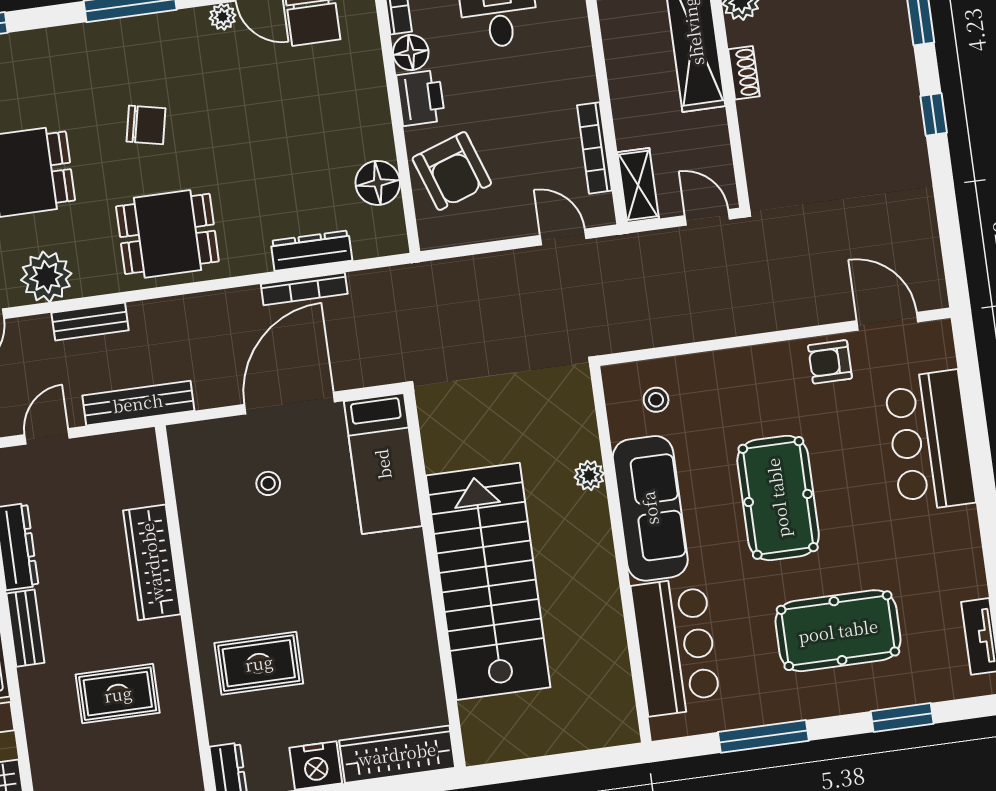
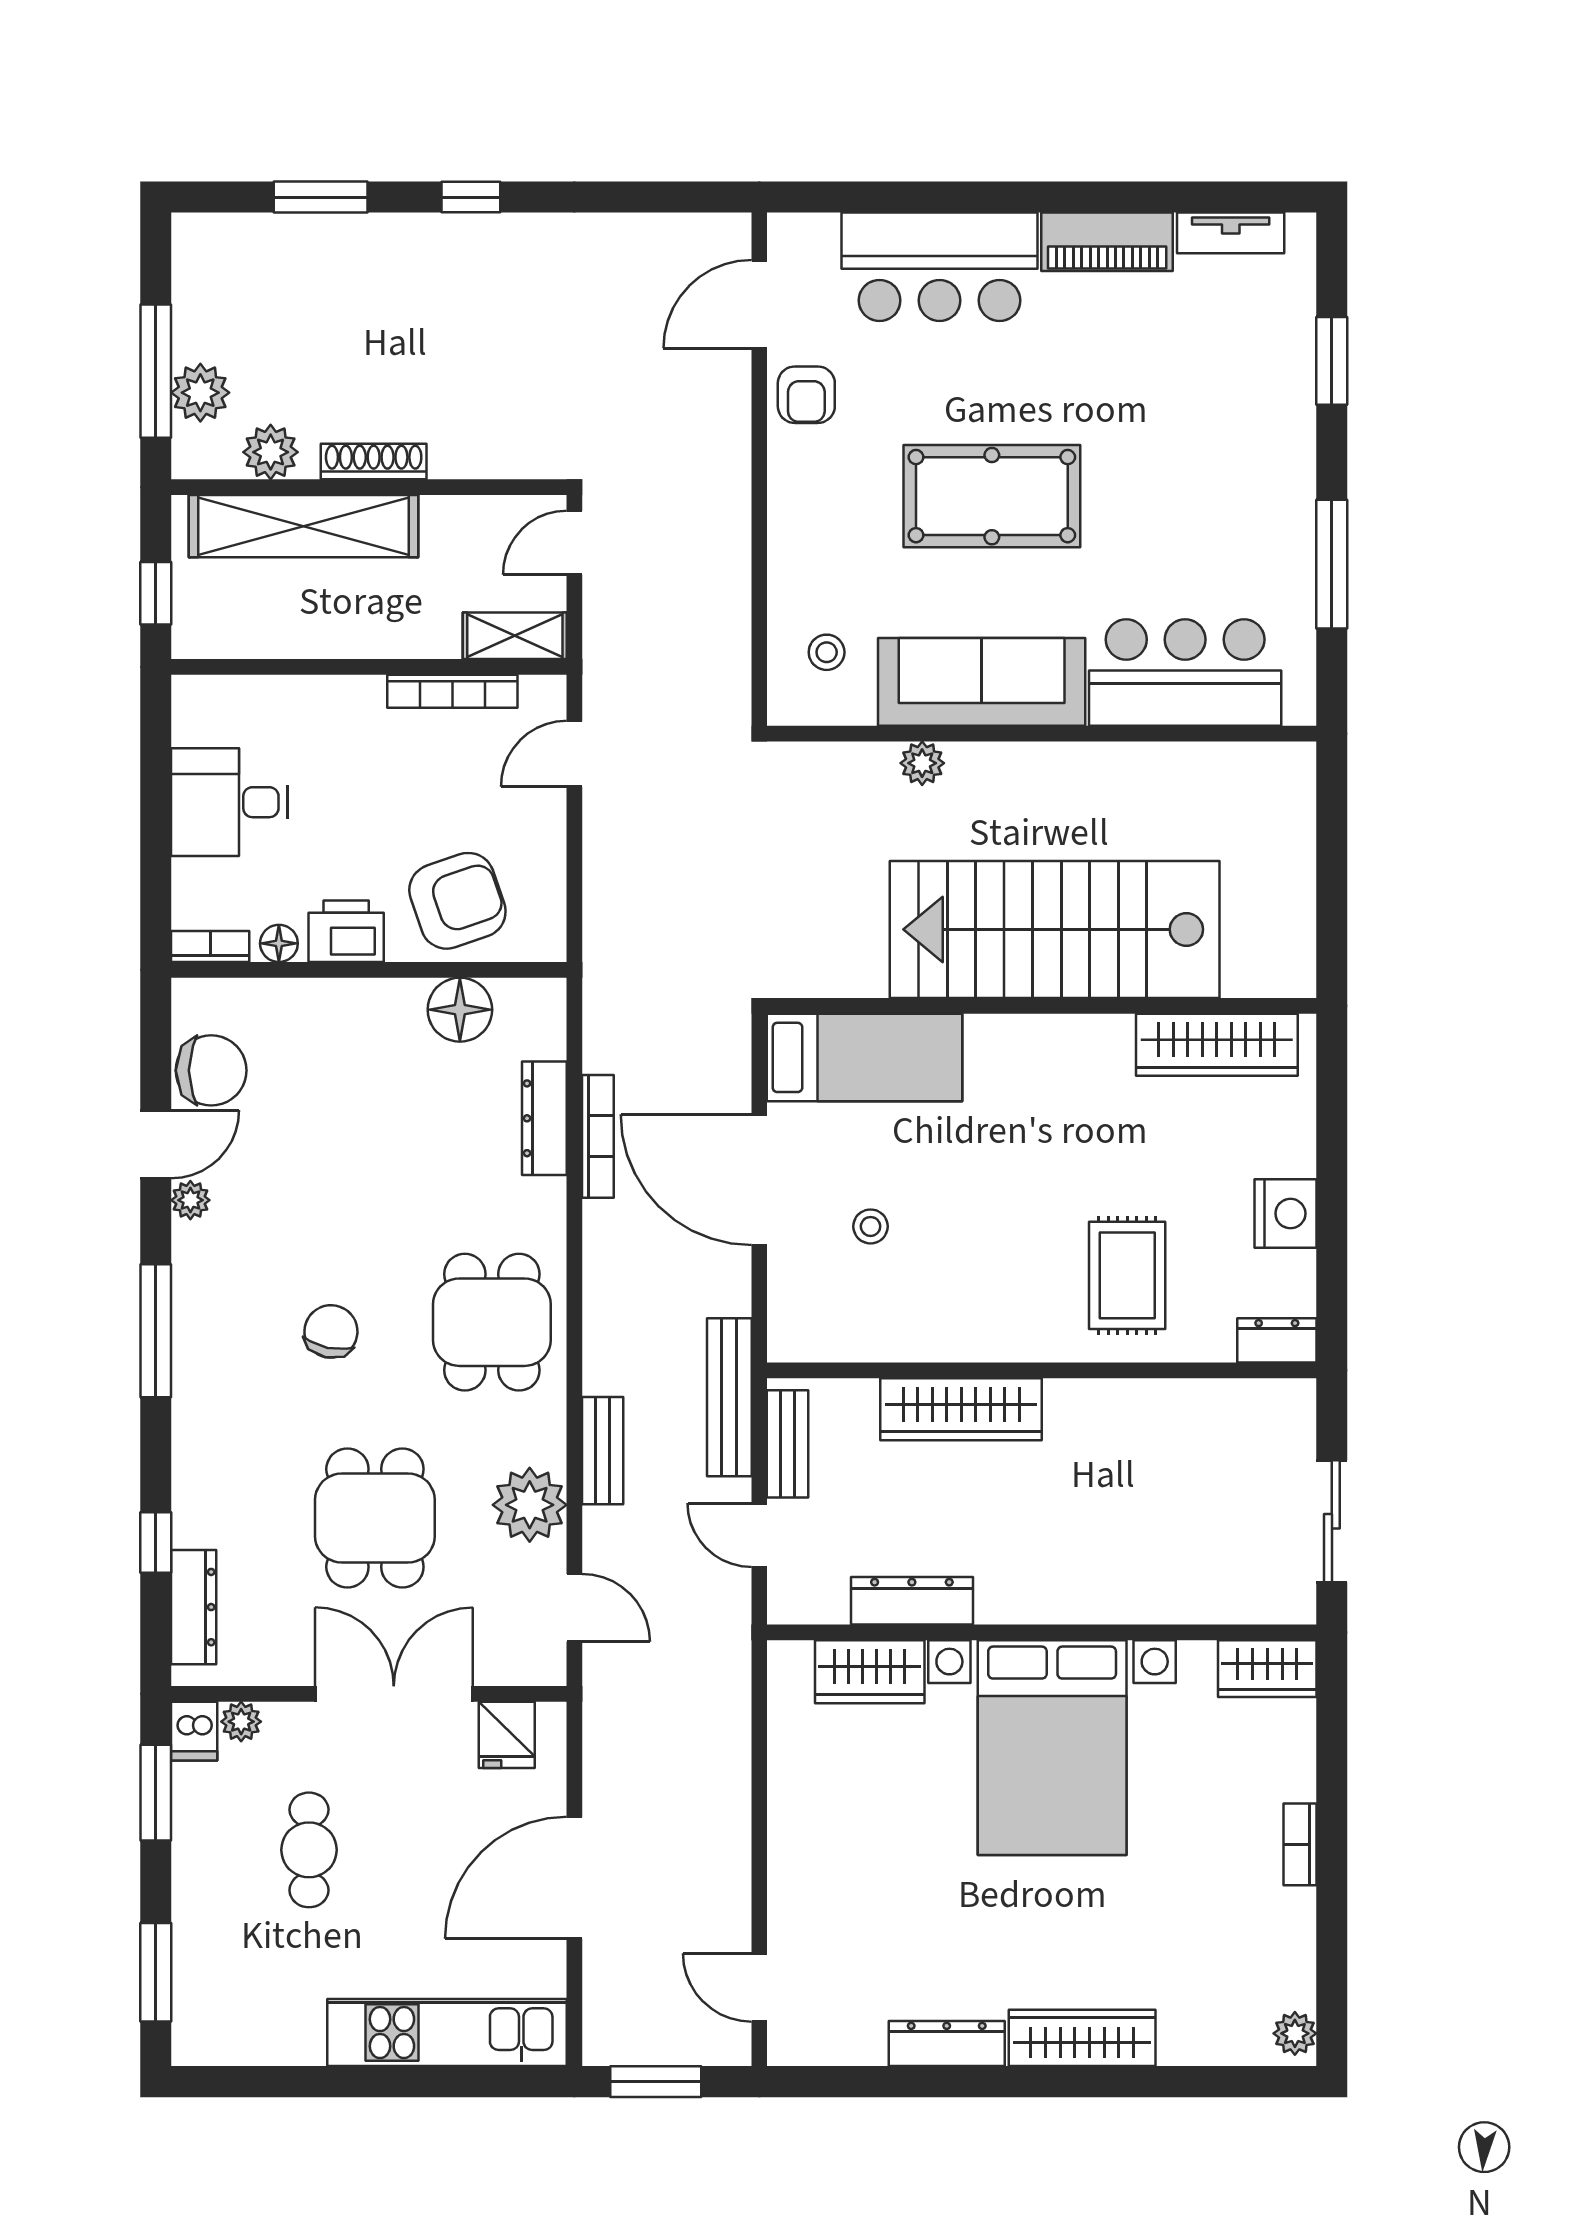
floor lamp: (411, 52) -> (279, 943), width x0.73, depth x0.73
shoe rack: (744, 73) -> (374, 461), width x1.43
piano: (963, 553) -> (1107, 242), added
bench: (25, 628) -> (787, 1444), moved, turned 90
pool table: (838, 631) -> (1194, 436), removed
rug: (118, 694) -> (1143, 1484), removed
wardrobe: (397, 754) -> (1217, 1045), moved, turned -90

